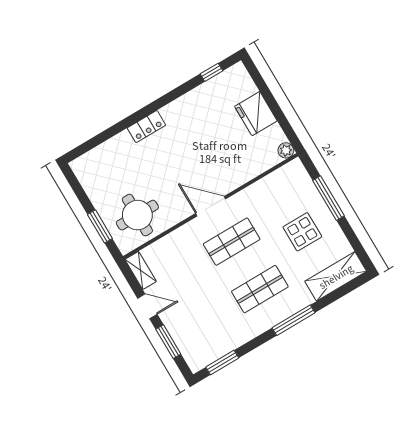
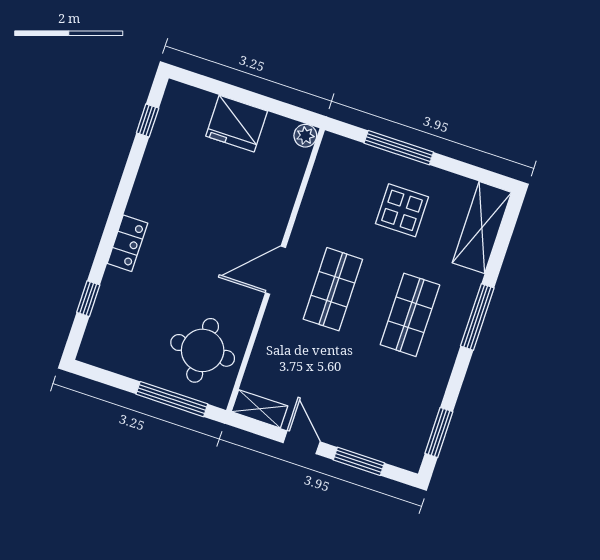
window: (102, 138) -> (88, 299), added
window: (100, 226) -> (172, 399), width x1.44
door: (147, 306) -> (302, 442), hinge flipped

